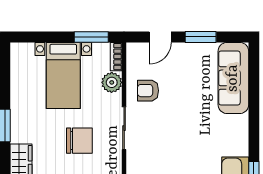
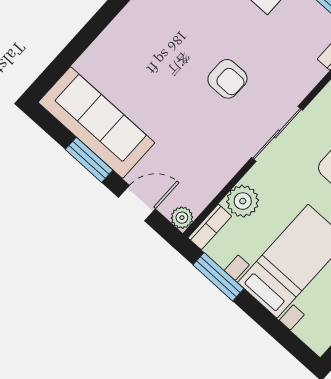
plant: (133, 49) -> (182, 218), added
sofa: (233, 78) -> (96, 123), moved, turned -90
armchair: (148, 91) -> (227, 79), moved

